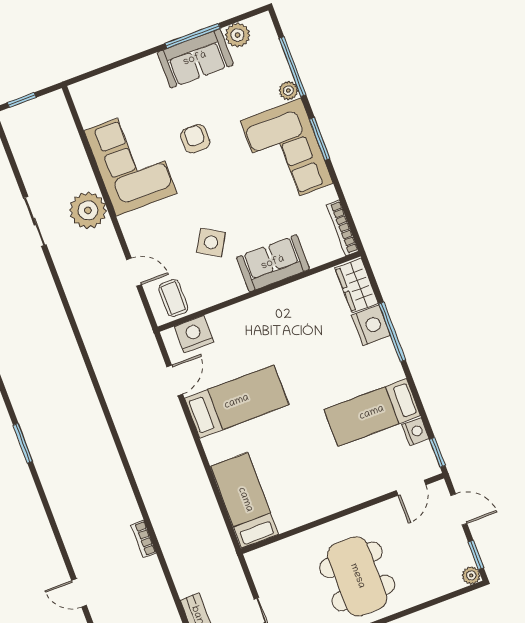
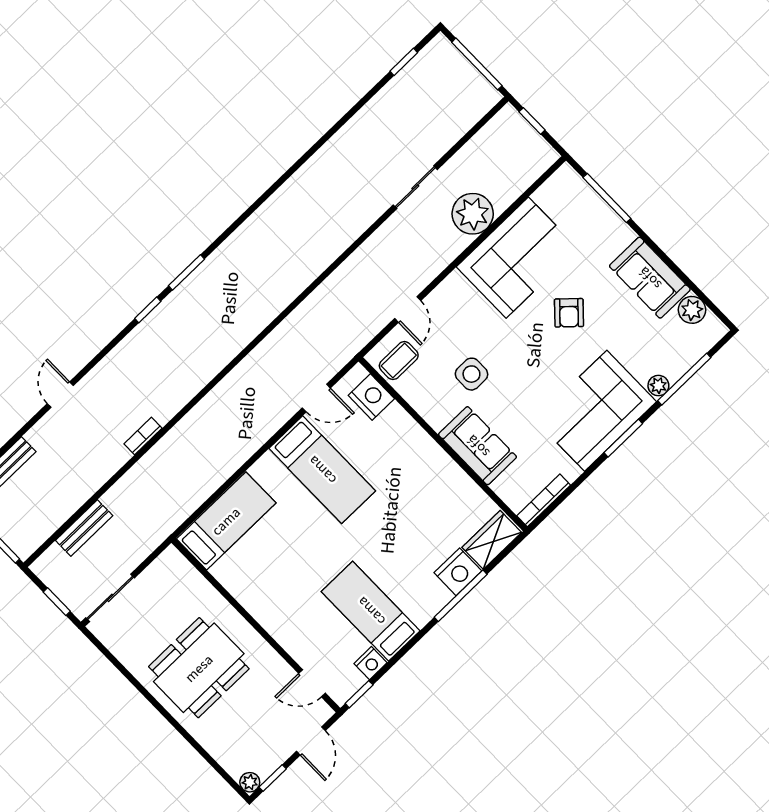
window: (193, 36) -> (607, 198), moved
armchair: (195, 139) -> (569, 313), turned 133
plant: (88, 210) -> (473, 214), moved
side table: (211, 242) -> (471, 374), turned -31
window: (40, 489) -> (148, 310), added

